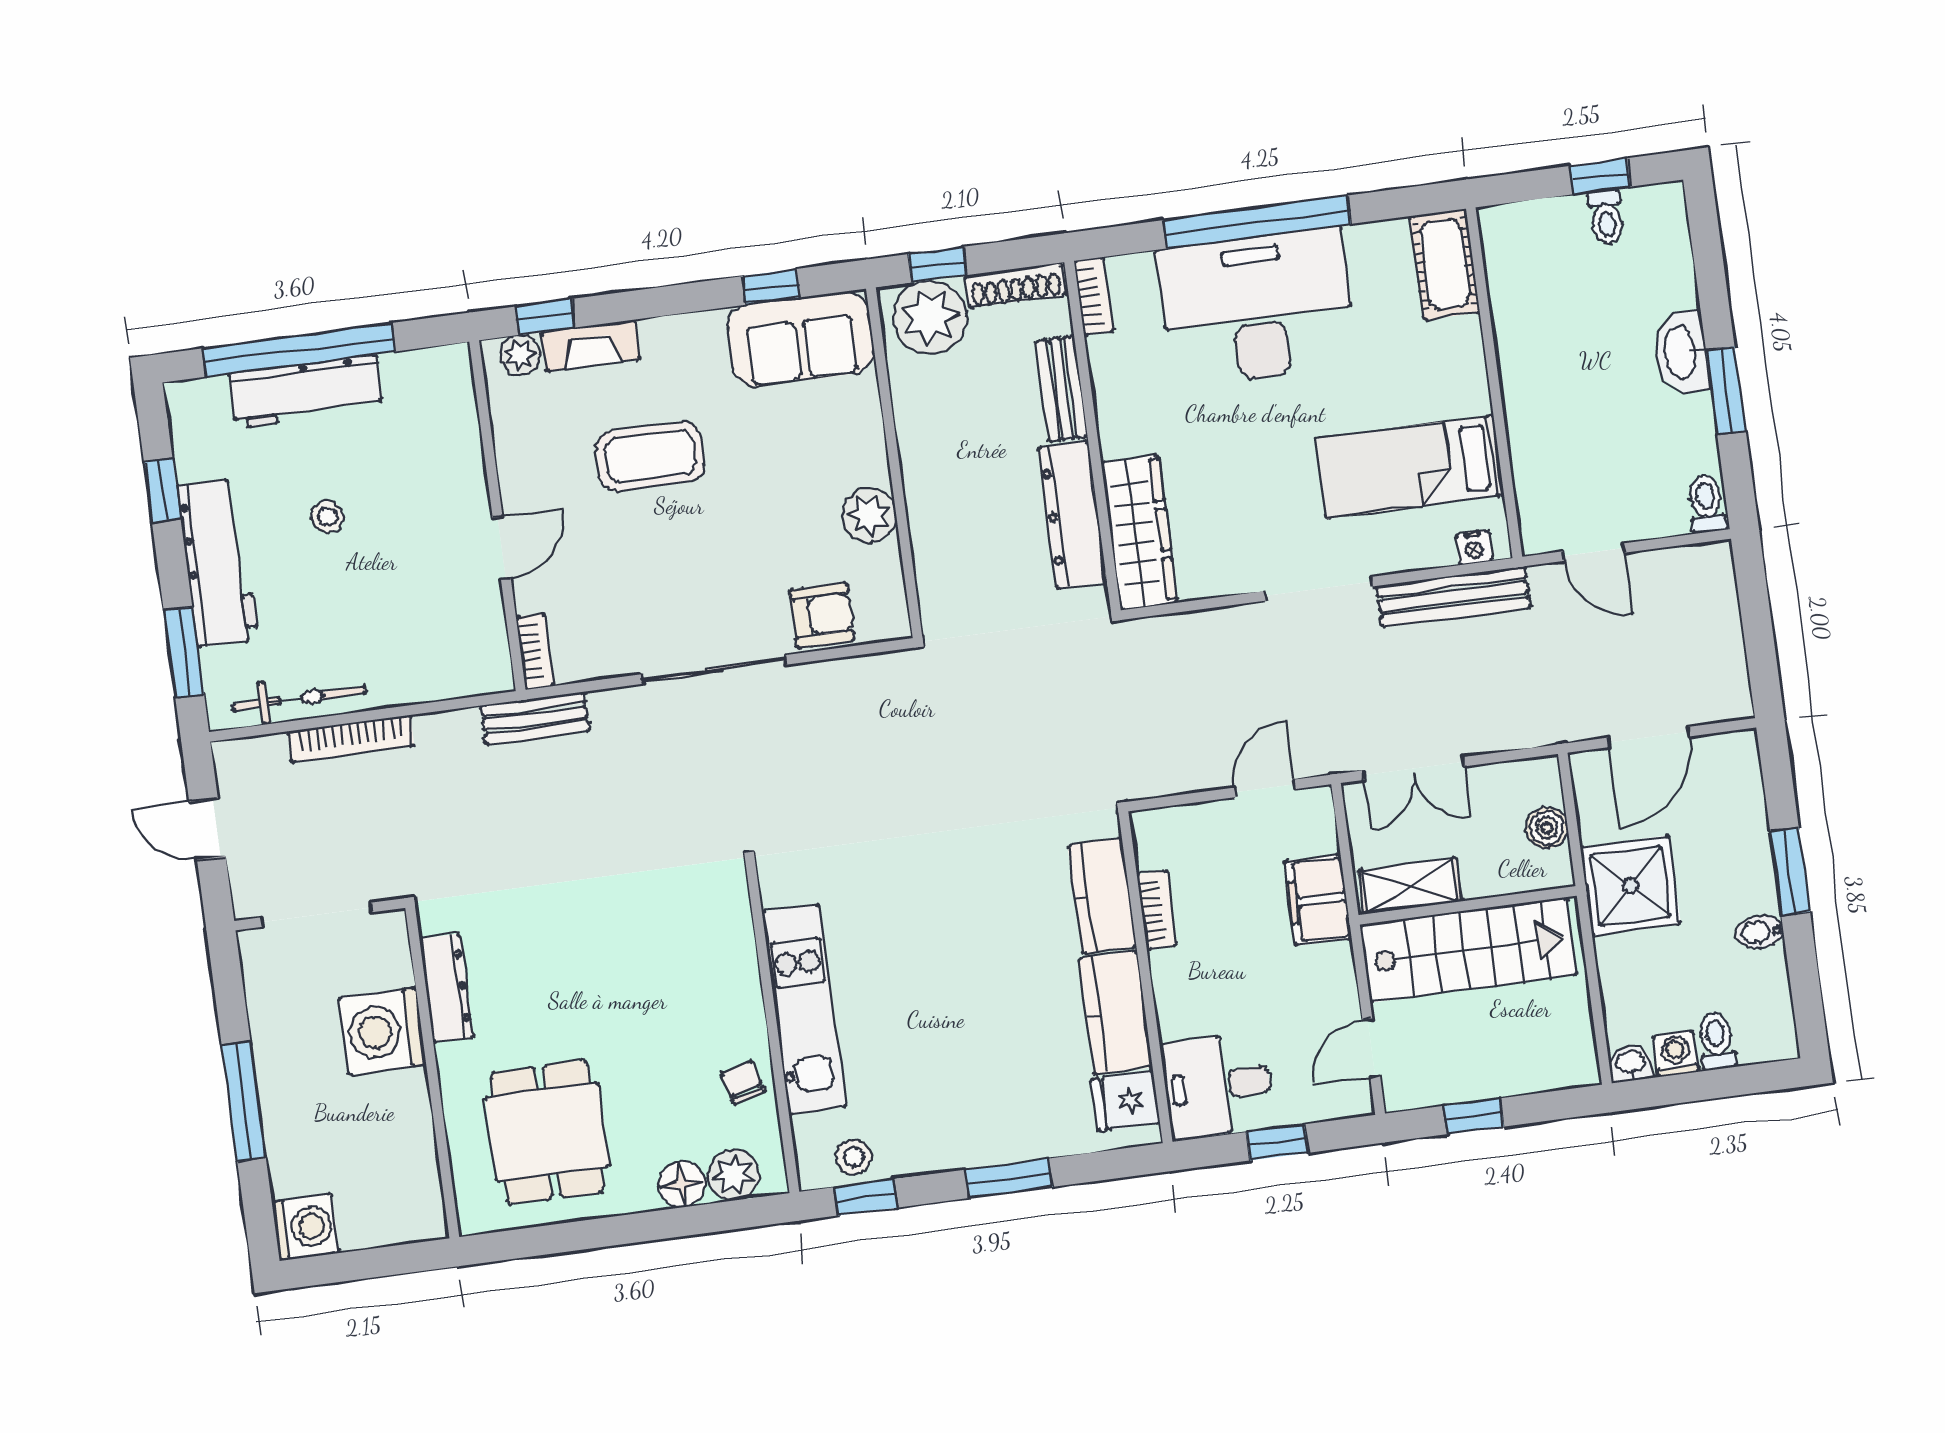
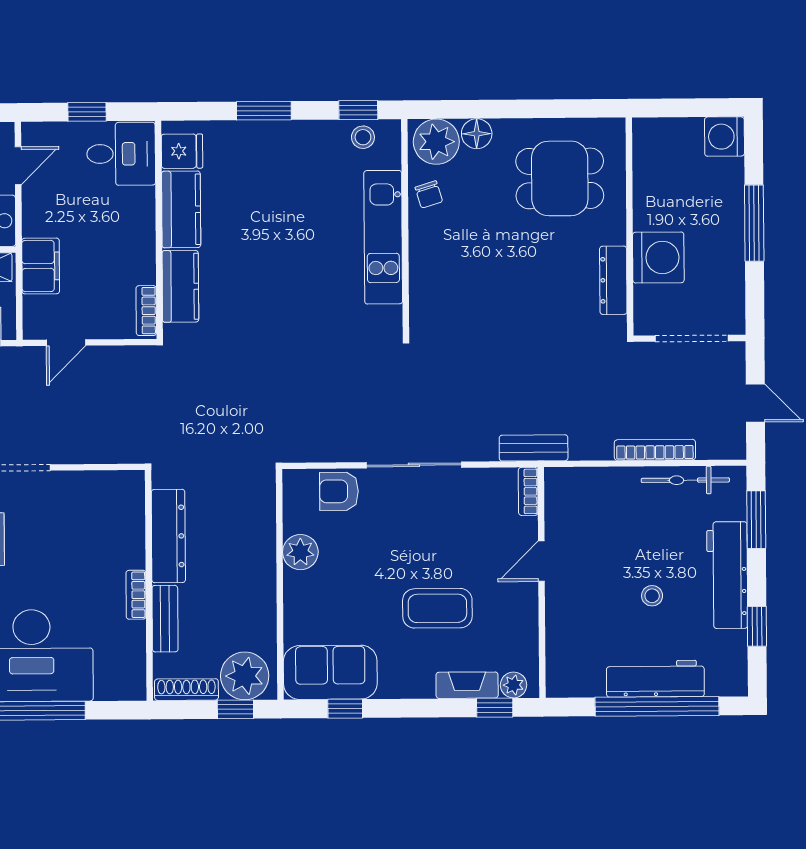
bookcase: (1094, 296) -> (136, 595), moved
wardrobe: (1139, 533) -> (126, 519), removed
bookcase: (1157, 910) -> (146, 311), moved
dining table: (547, 1132) -> (560, 178), turned 90
plant: (734, 1175) -> (436, 142), width x1.36, depth x1.36

